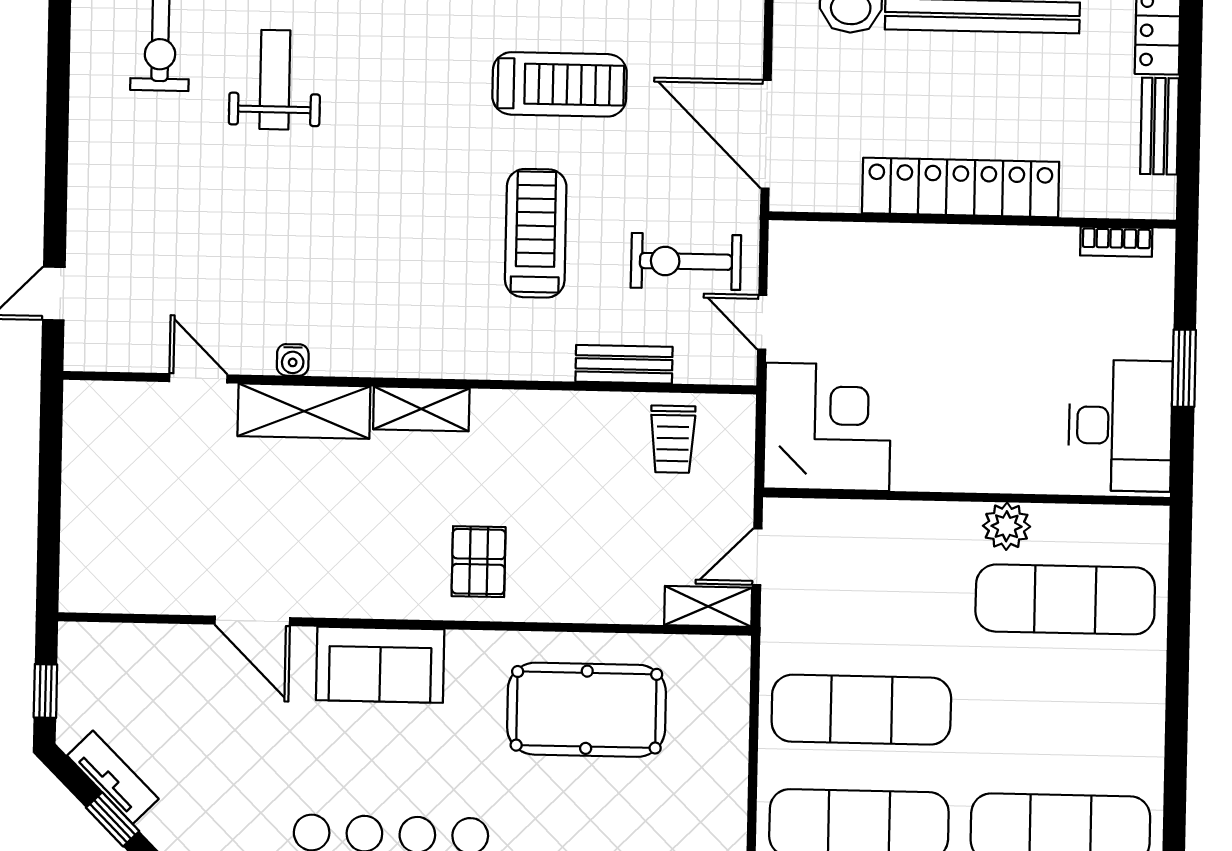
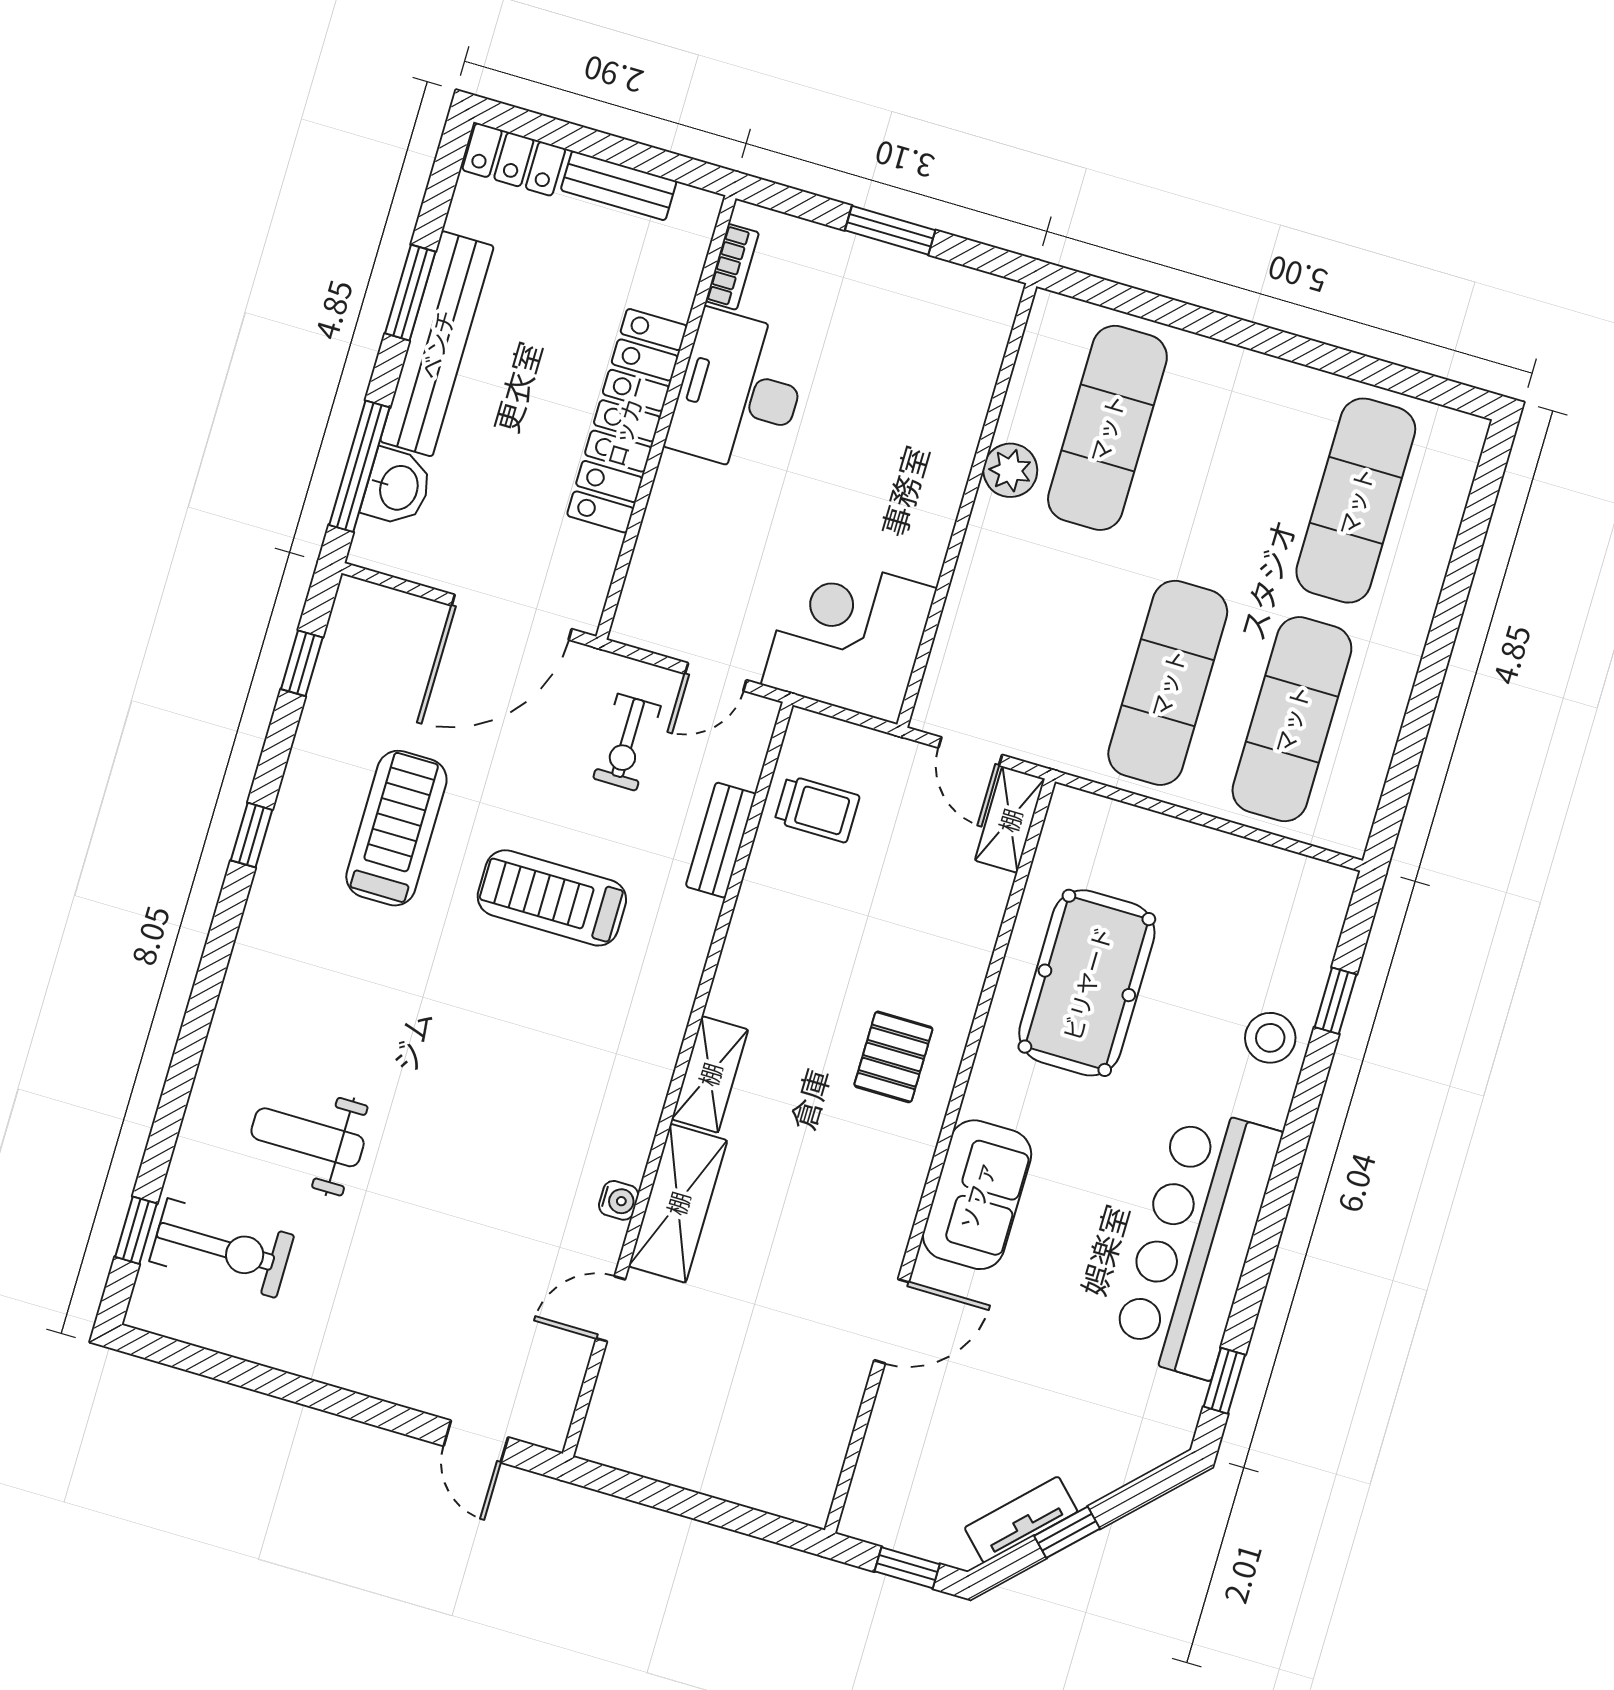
exercise bike: (686, 261) -> (627, 742), width x0.73, depth x0.72
desk: (1120, 426) -> (739, 392), moved, turned -90
pallet: (479, 562) -> (893, 1057), turned 90

